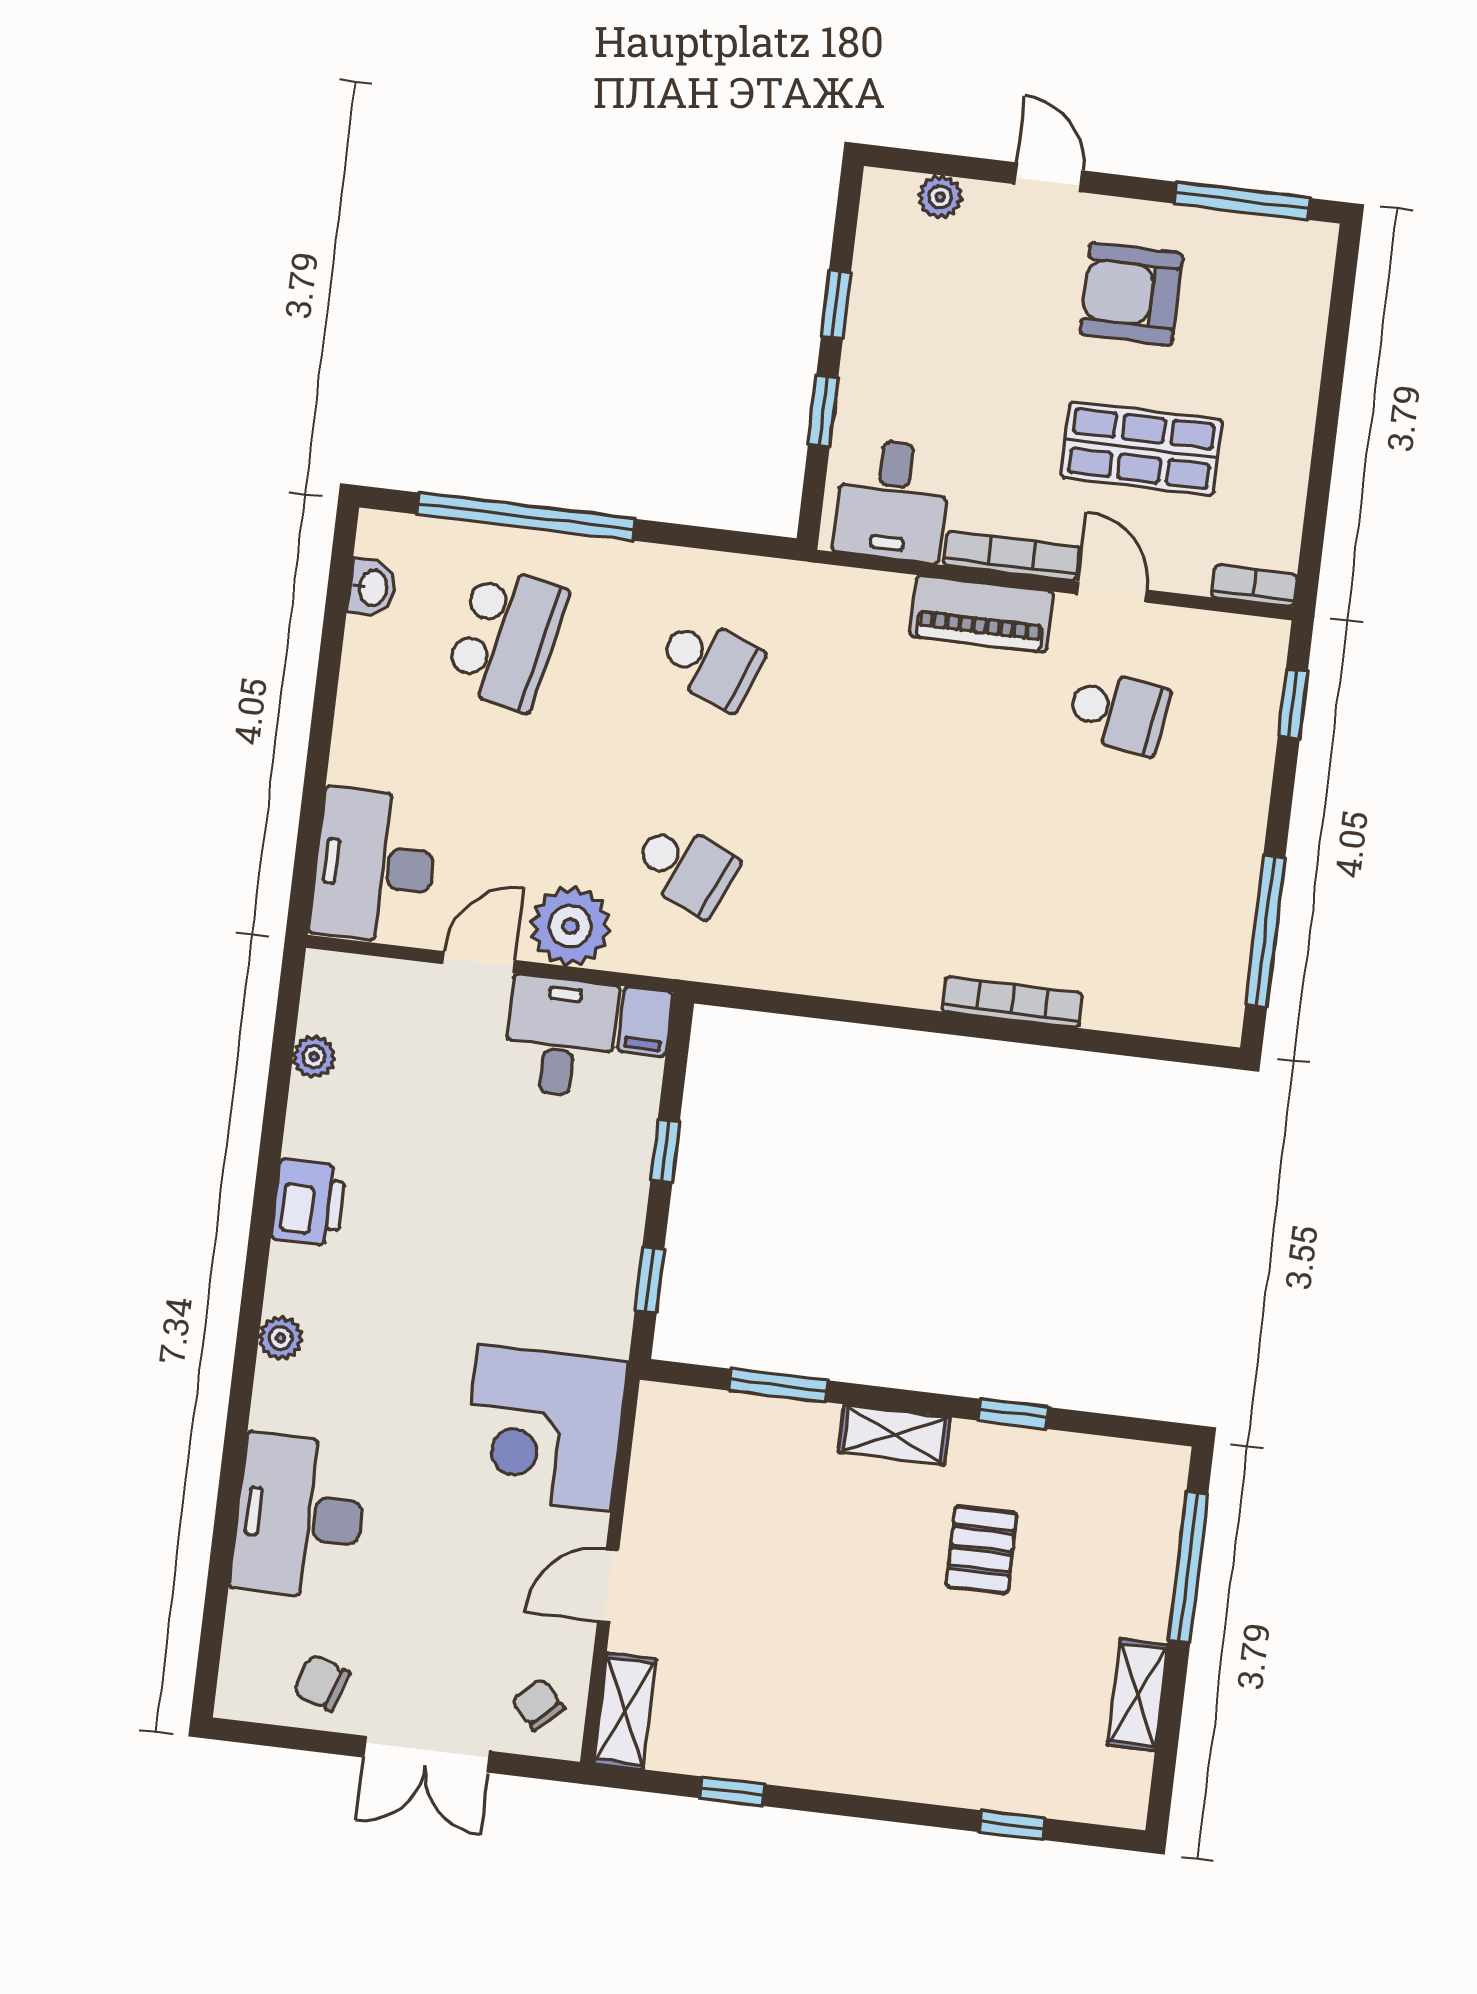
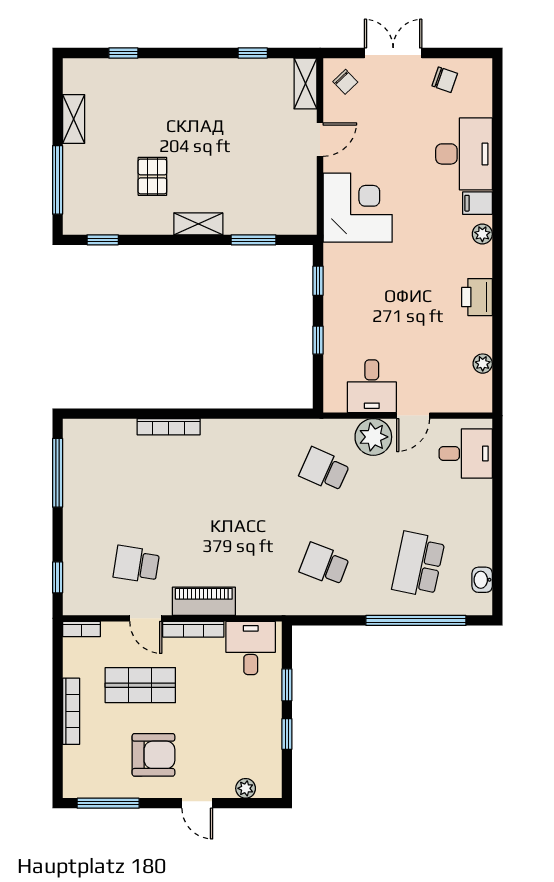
bookcase: (1299, 410) -> (71, 711), added
desk: (374, 866) -> (466, 454), width x0.73
filing cabinet: (645, 1022) -> (477, 203), moved, turned -90
window: (1013, 1414) -> (103, 240), moved

